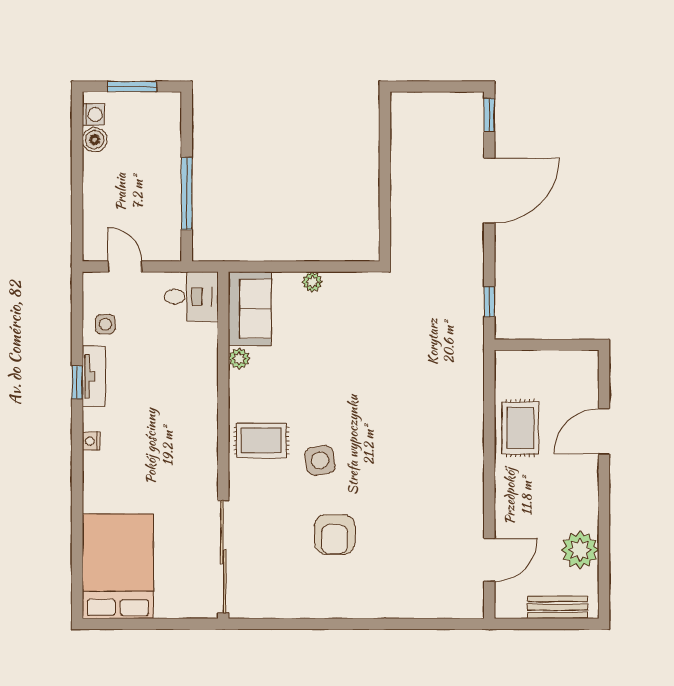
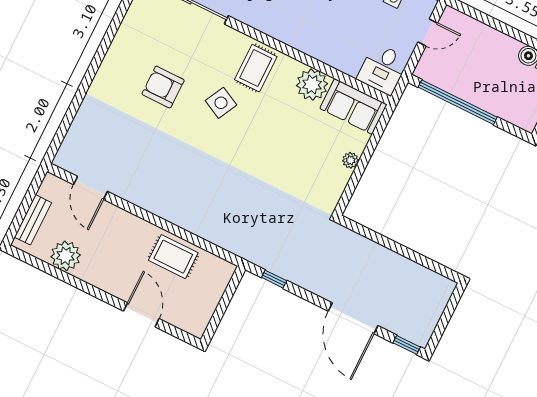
window: (187, 194) -> (458, 102), width x1.46
plant: (239, 358) -> (312, 85), width x1.88, depth x1.88
side table: (320, 460) -> (221, 103), turned 37

